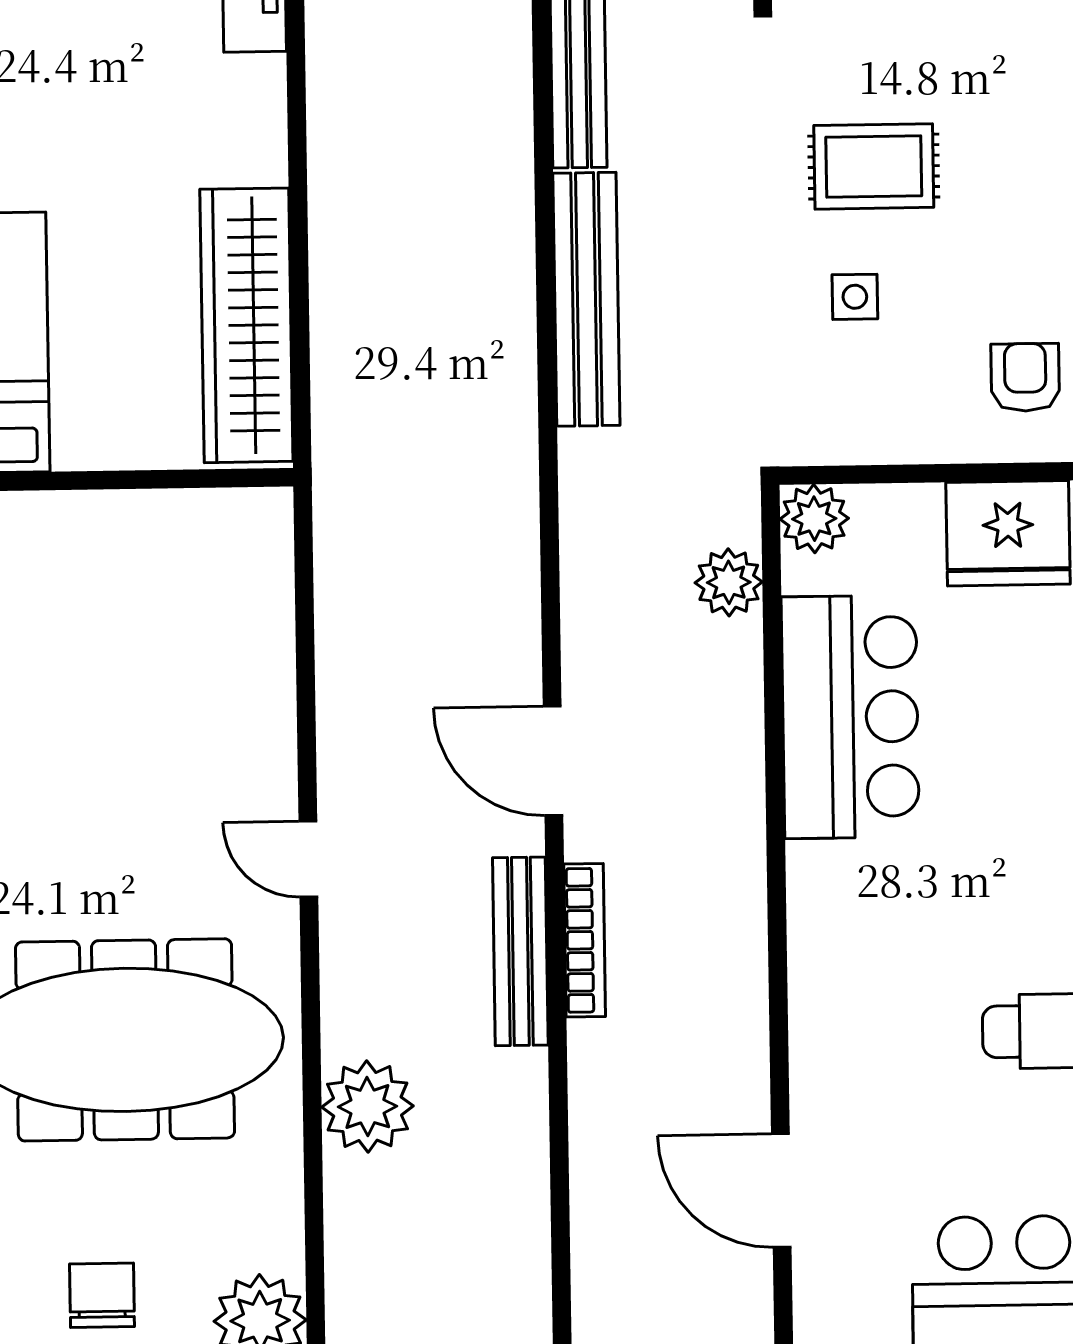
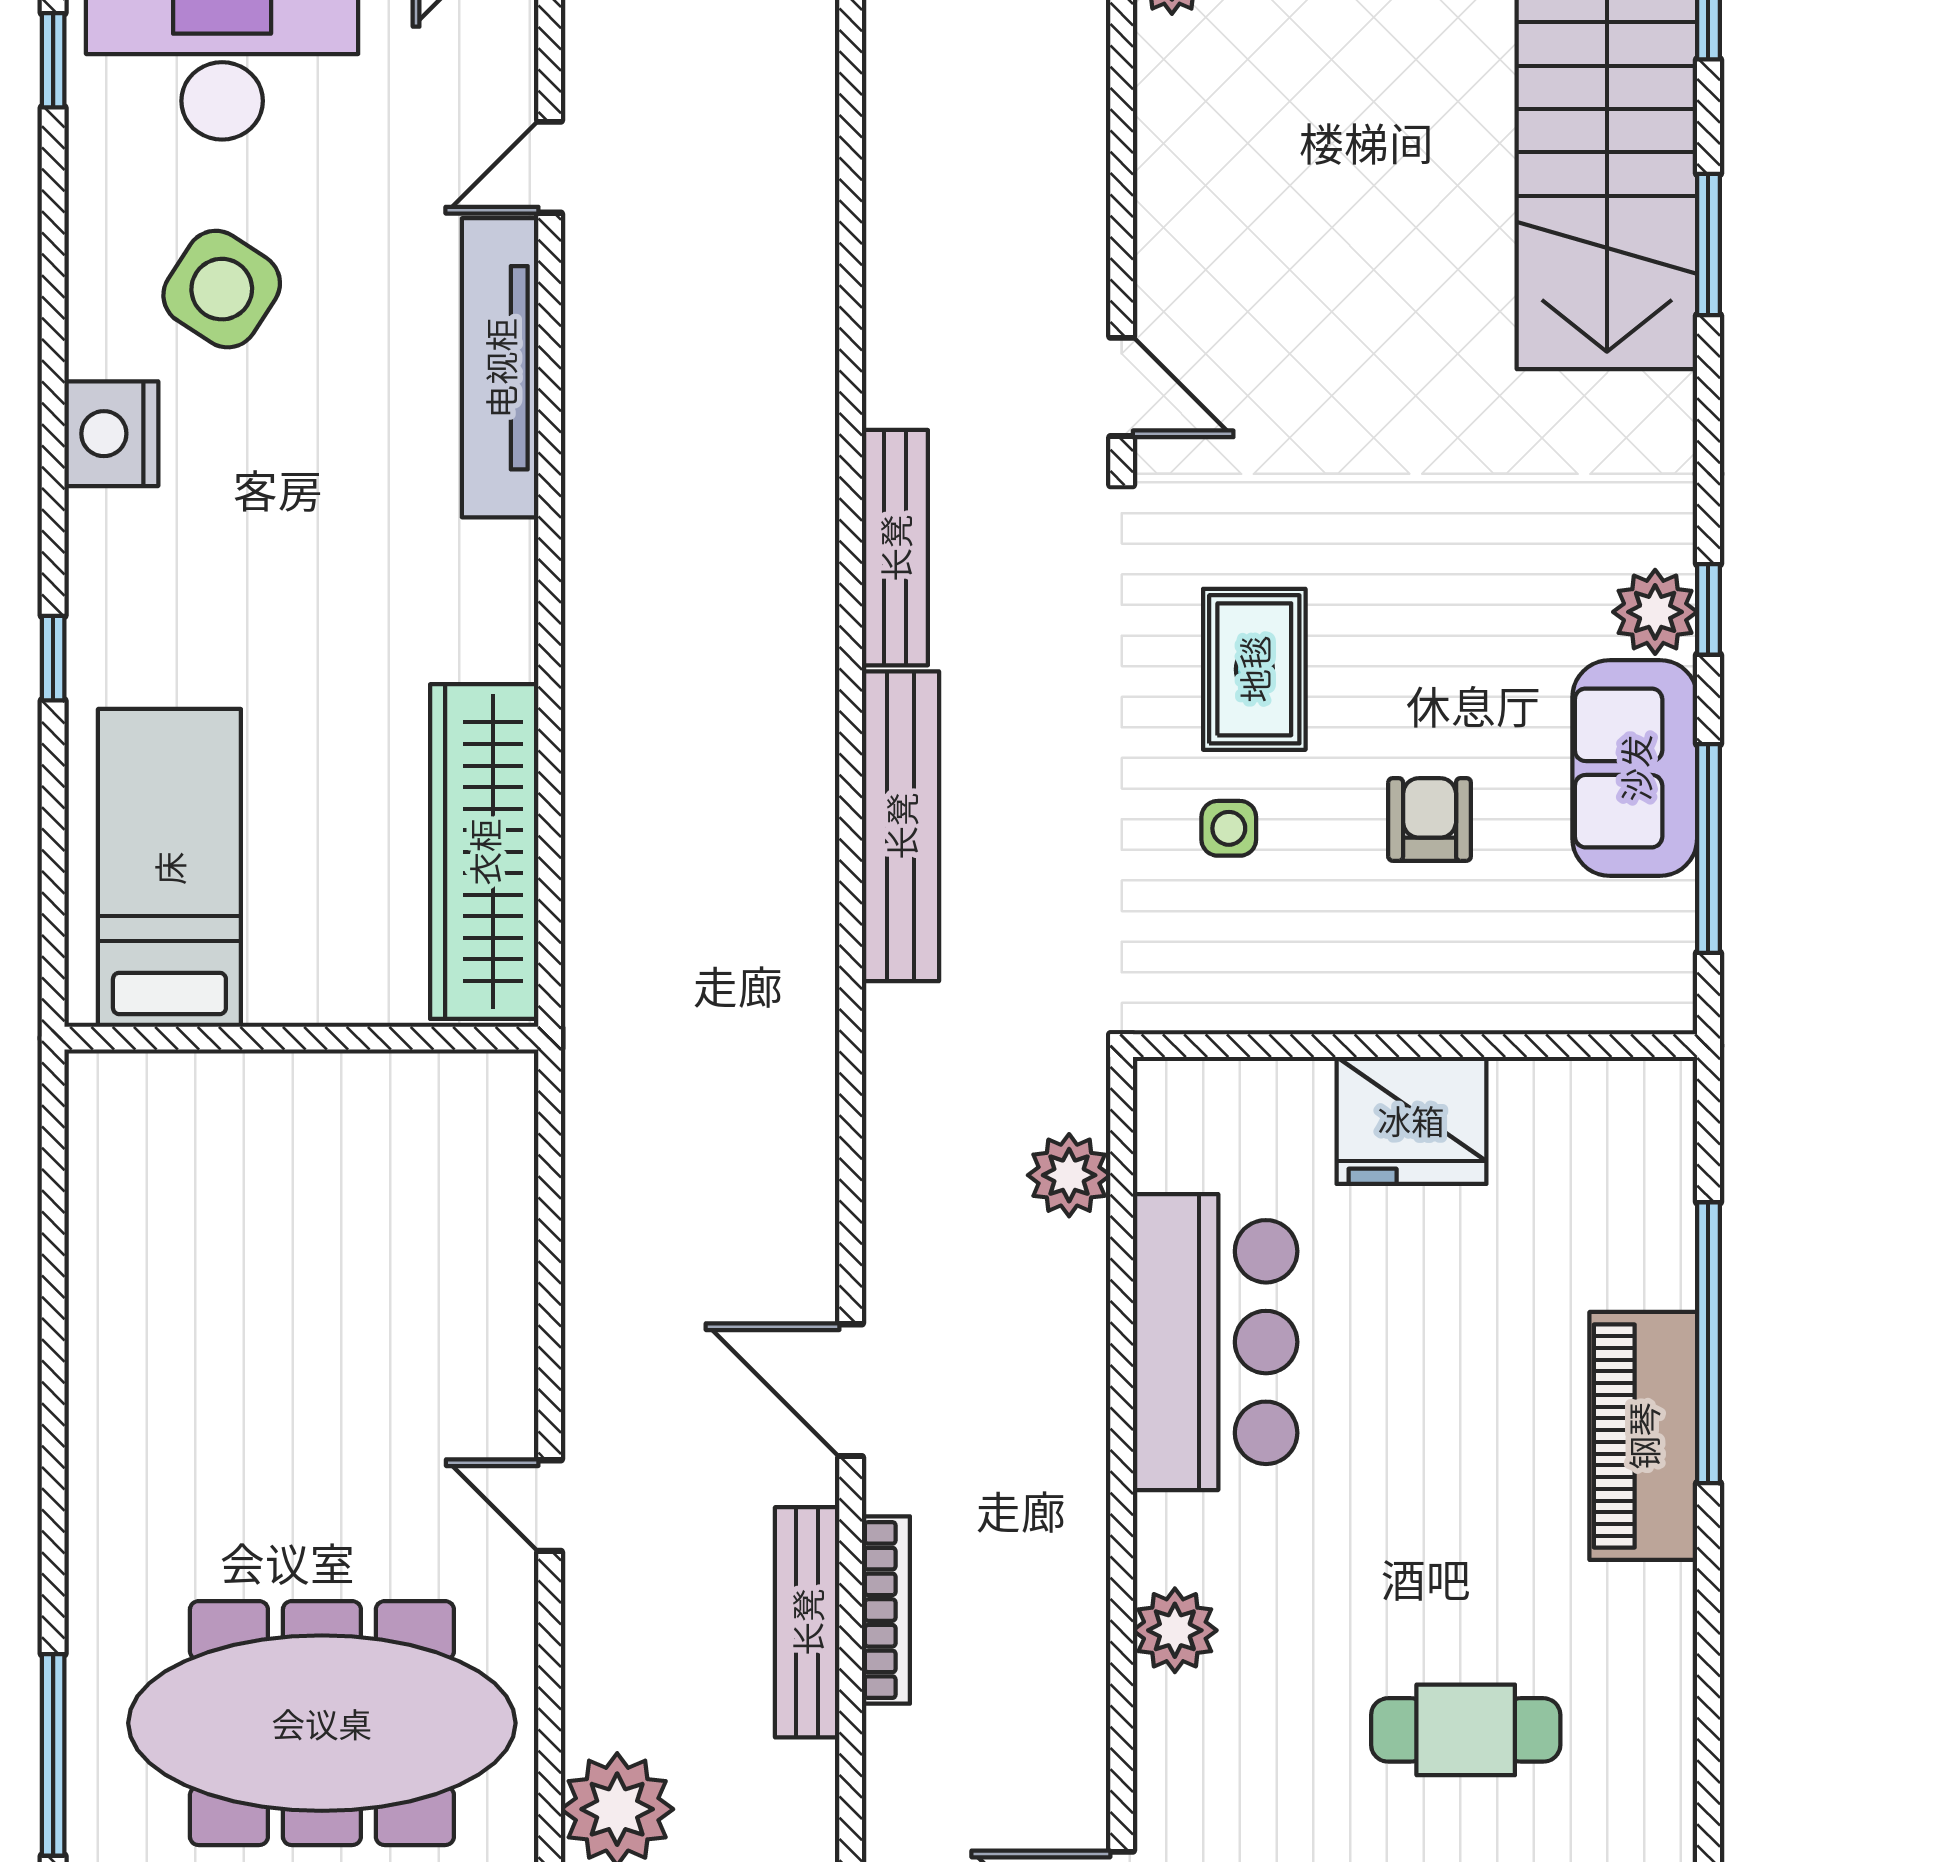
rug: (874, 166) -> (1254, 669), turned 90
armchair: (1025, 377) -> (1430, 819), moved
plant: (814, 519) -> (1175, 1630), moved

